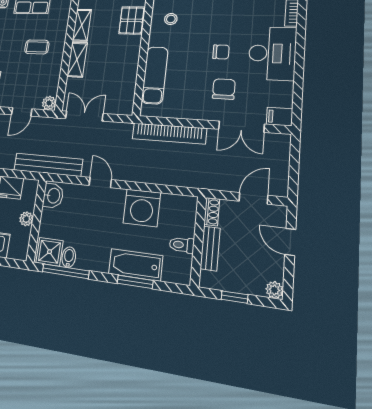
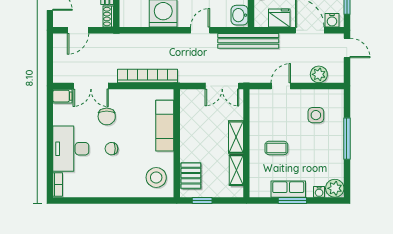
stool: (171, 19) -> (156, 177), width x1.89, depth x1.89
plant: (49, 103) -> (256, 96), removed
double door: (241, 127) -> (91, 86), swing flipped
door: (100, 183) -> (200, 30), swing flipped

